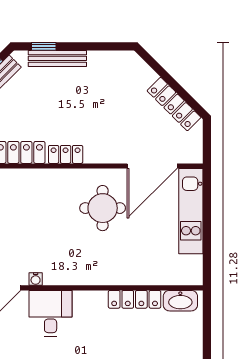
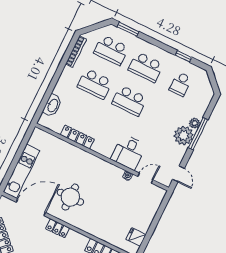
locker: (66, 154) -> (58, 228), moved
washbasin: (180, 301) -> (52, 105), moved, turned 90

